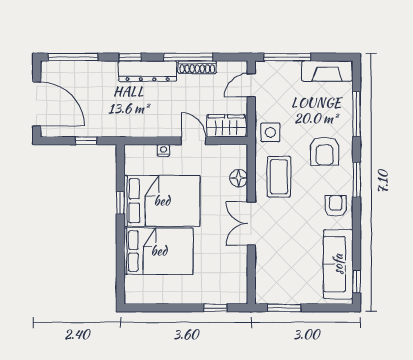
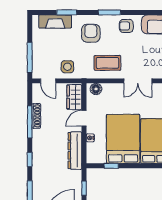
dresser: (148, 71) -> (75, 151), moved, turned 180
fireplace: (327, 71) -> (55, 21), moved, turned 90
window: (357, 114) -> (67, 12), width x0.69
side table: (270, 132) -> (67, 67), moved
armchair: (325, 151) -> (91, 33), turned -90
floor lamp: (239, 178) -> (96, 89), moved
window: (120, 203) -> (111, 166), moved

